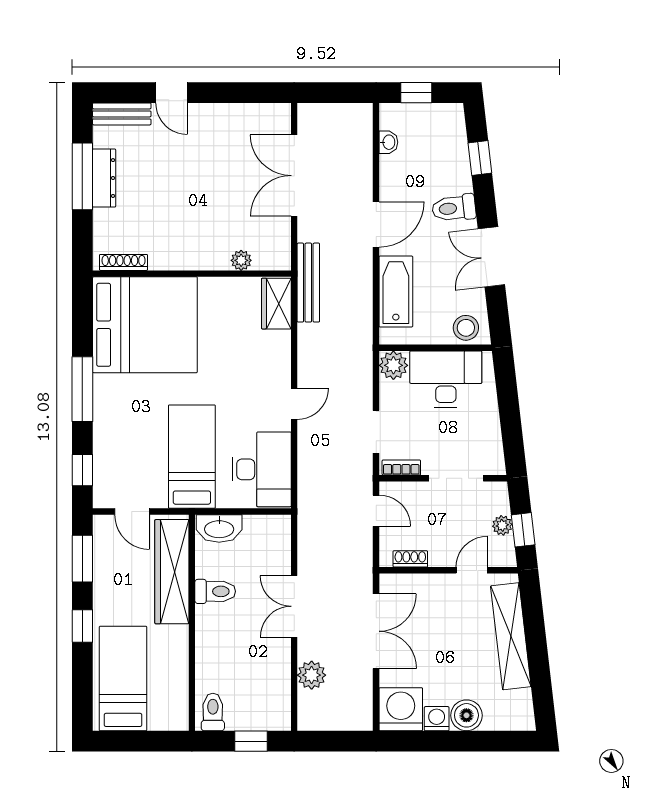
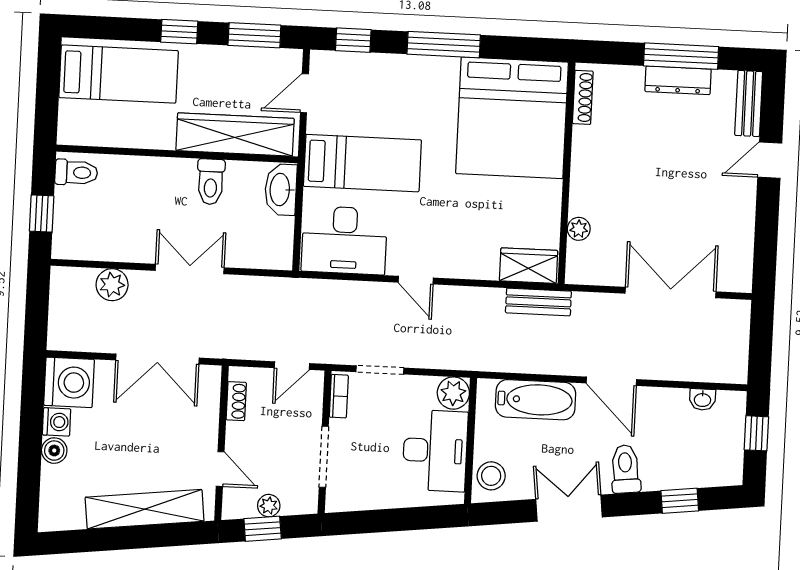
bench: (308, 283) -> (538, 302), width x0.73
boiler: (466, 715) -> (54, 451), width x0.73, depth x0.73

